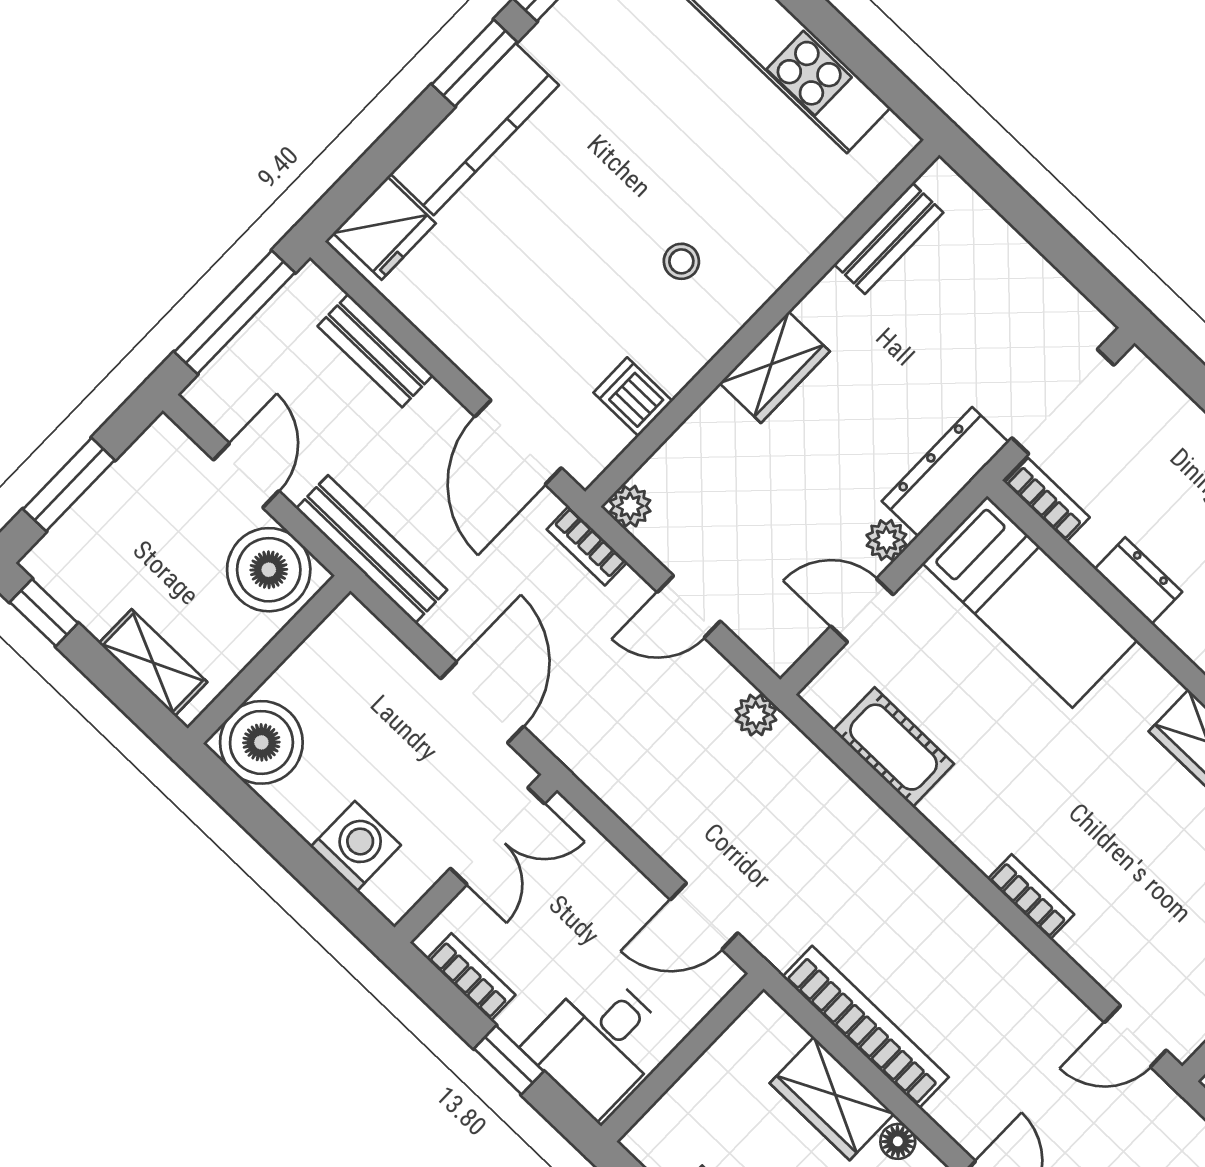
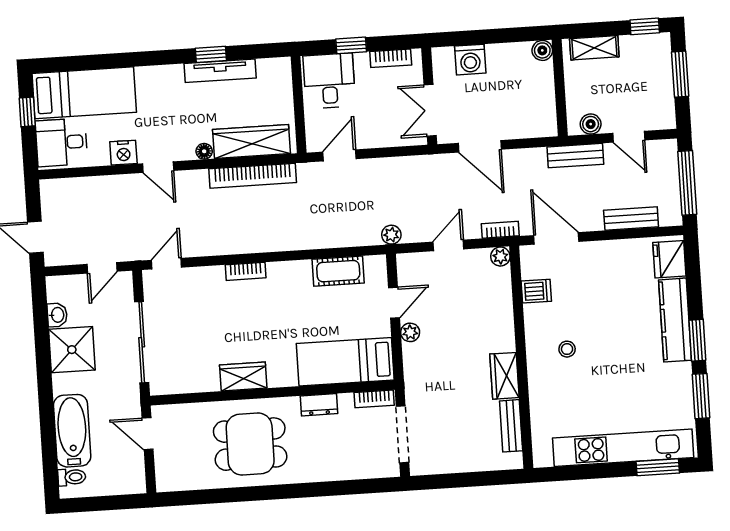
wardrobe: (775, 367) -> (504, 376), moved
dresser: (945, 472) -> (415, 373), removed
bench: (372, 549) -> (575, 156), width x0.73
boiler: (269, 570) -> (591, 124), width x0.54, depth x0.54
boiler: (261, 742) -> (542, 50), width x0.54, depth x0.54
wardrobe: (832, 1099) -> (251, 141), width x1.50

